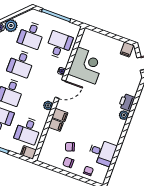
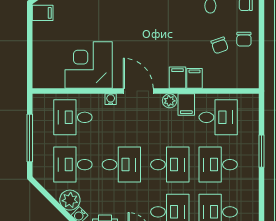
desk: (31, 35) -> (73, 165), turned 180
filing cabinet: (28, 152) -> (186, 105), moved

